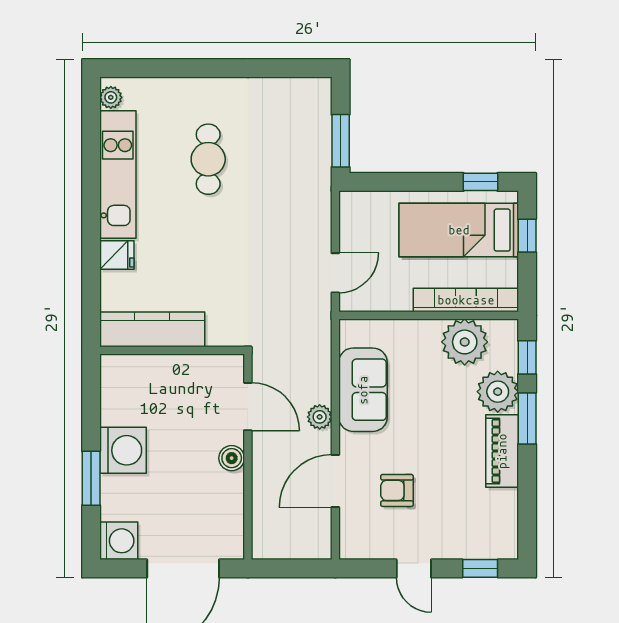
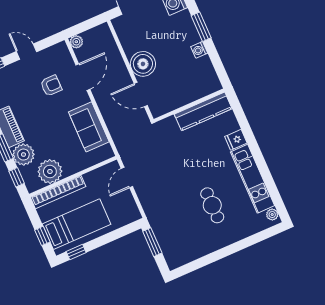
plant: (320, 417) -> (76, 42), moved
washing machine: (123, 450) -> (199, 50), width x0.53, depth x0.53
boiler: (232, 458) -> (143, 64), width x1.86, depth x1.86

